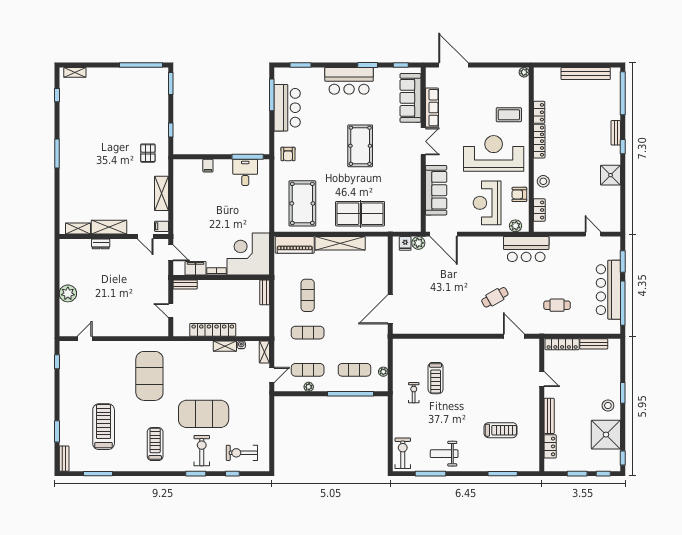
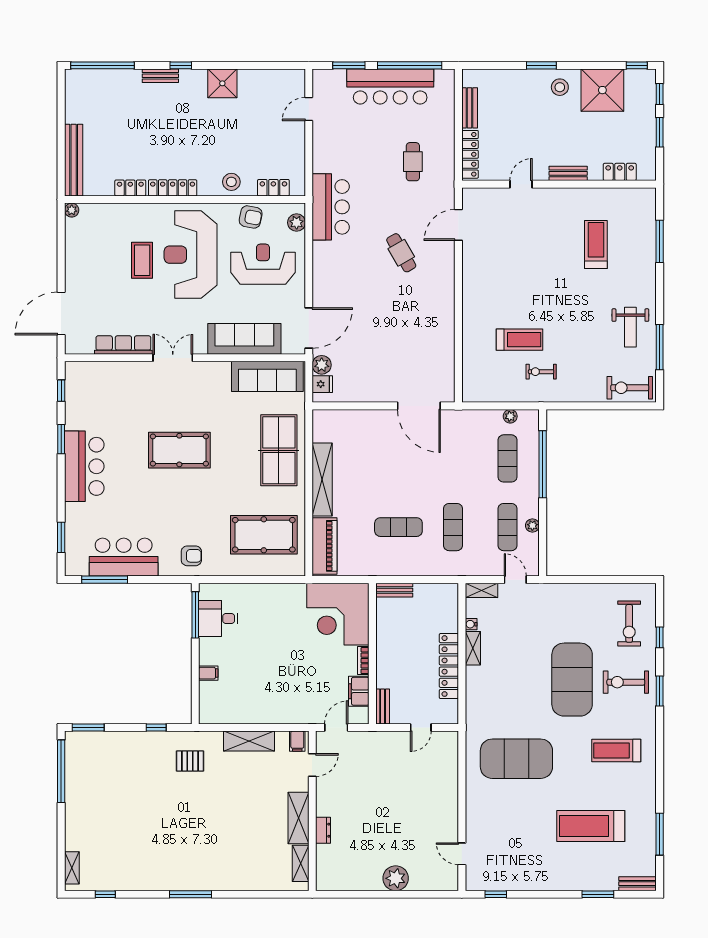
bench: (586, 74) -> (74, 160), moved
sofa: (410, 98) -> (267, 376), moved
coffee table: (509, 115) -> (142, 260), moved
armchair: (519, 194) -> (251, 217), turned -79
reception desk: (487, 203) -> (263, 264), turned 180
bench: (549, 416) -> (568, 173), width x0.73

